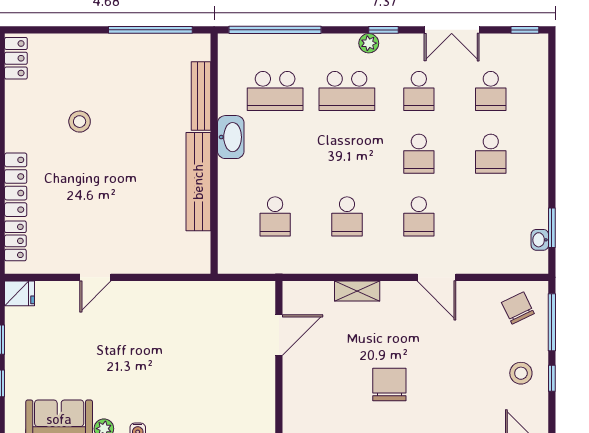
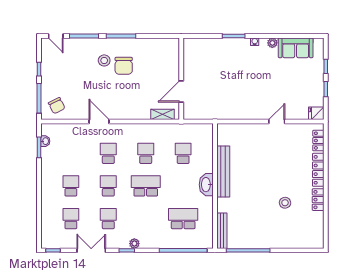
locker: (16, 58) -> (318, 200), moved
school desk: (347, 91) -> (146, 186), moved
bench: (201, 96) -> (222, 231), moved
washbasin: (231, 137) -> (206, 185), moved
shelving: (357, 291) -> (163, 114), moved
stool: (521, 373) -> (104, 60), moved

